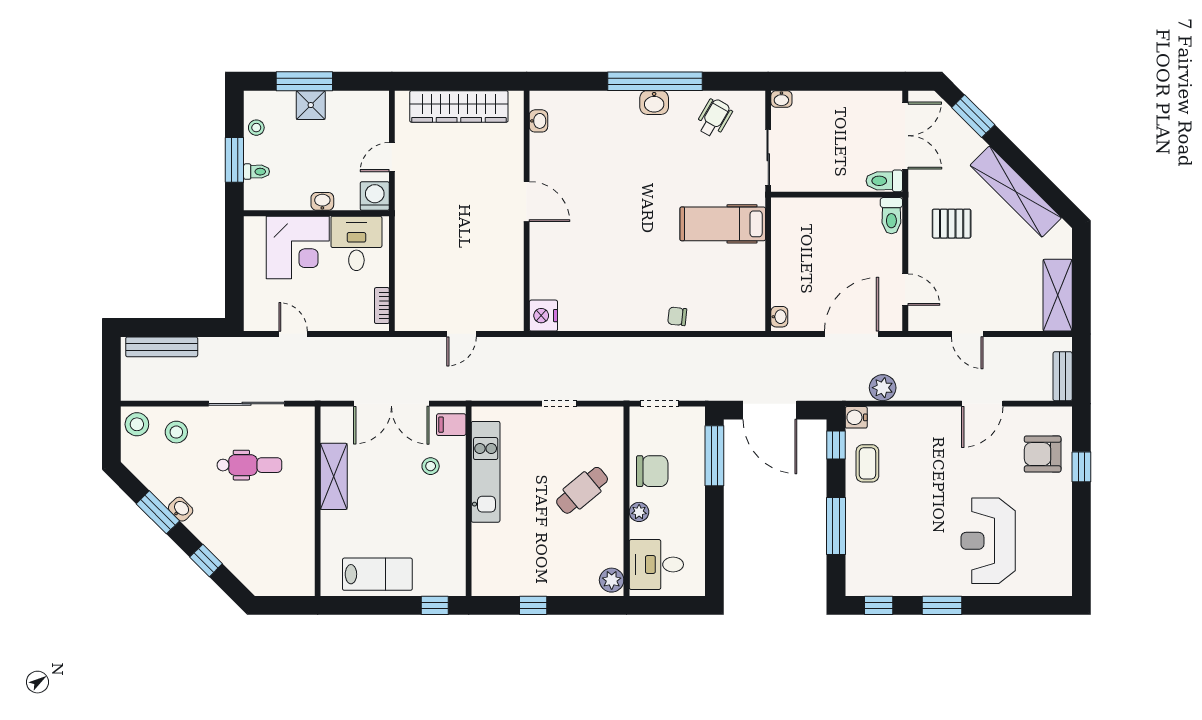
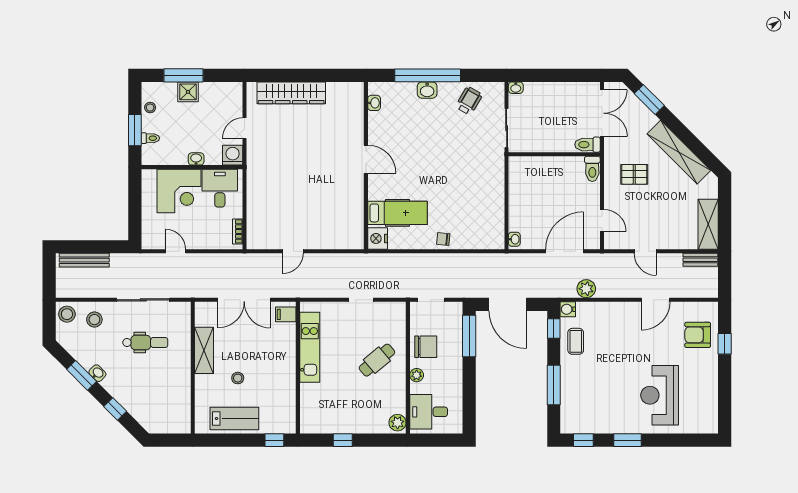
washbasin: (538, 121) -> (374, 103), moved
door: (527, 202) -> (366, 159), moved
wall: (527, 211) -> (366, 166), moved
hospital bed: (723, 224) -> (397, 213), moved, turned 180
nightstand: (543, 316) -> (378, 238), moved
bench: (1063, 376) -> (700, 260), moved, turned 90
stool: (431, 466) -> (238, 378), moved

